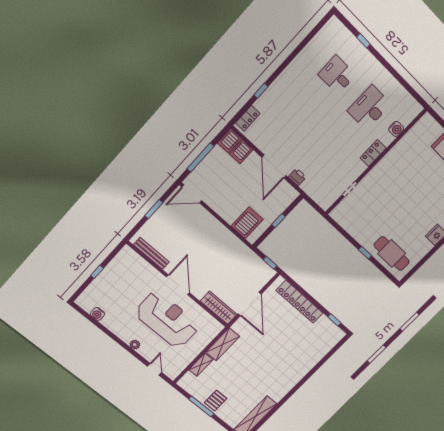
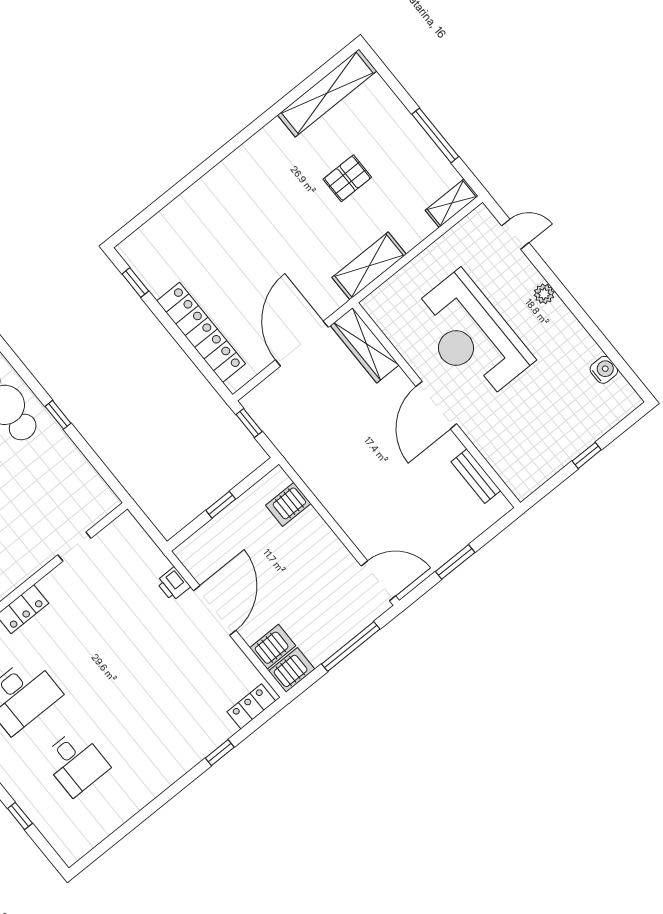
server rack: (247, 223) -> (288, 504), width x0.73, depth x0.70
bench: (151, 253) -> (476, 476), width x0.73
shelving: (201, 365) -> (452, 203), moved
door: (154, 369) -> (515, 234), swing flipped
pallet: (216, 401) -> (347, 178), moved

